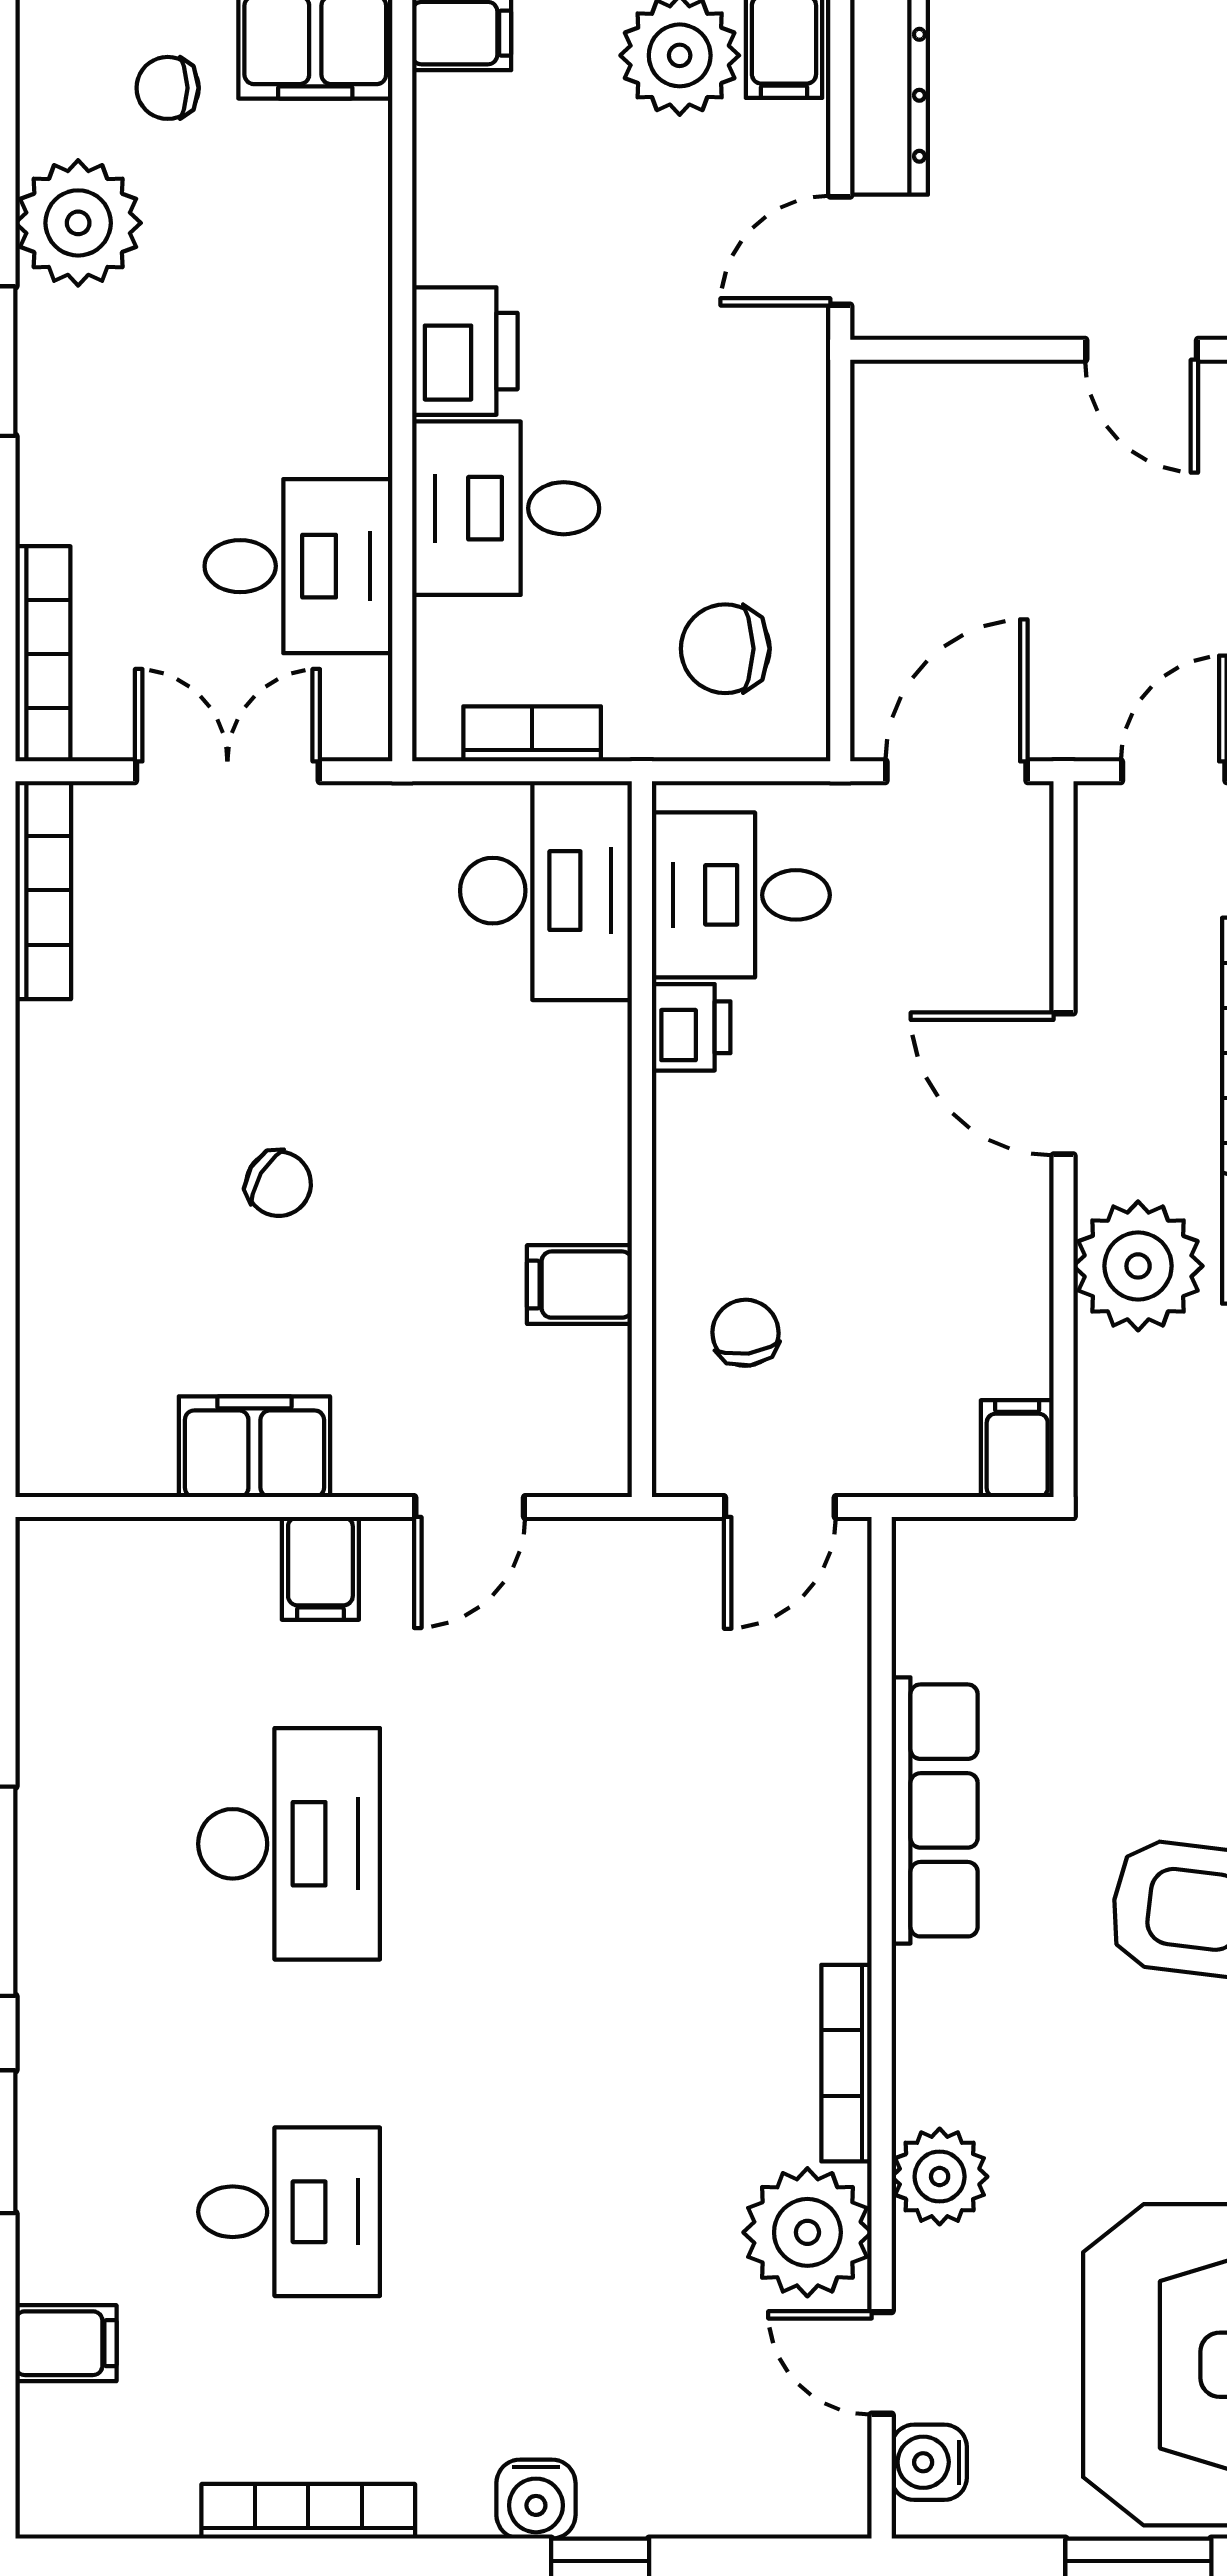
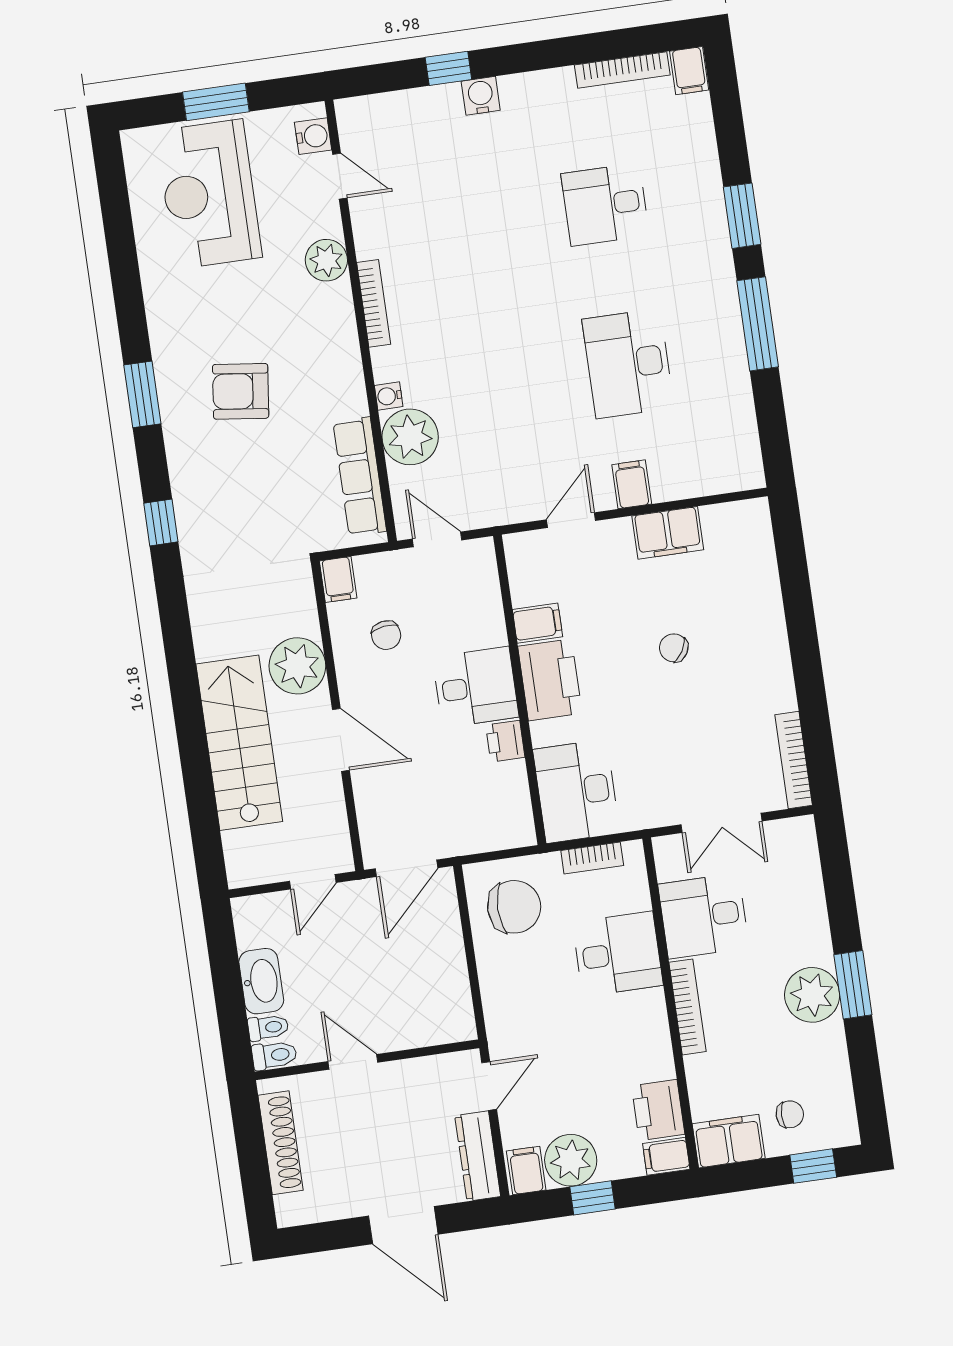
plant: (78, 223) -> (812, 995), moved
printer: (465, 351) -> (658, 1110), moved
chair: (725, 649) -> (514, 907), width x1.37, depth x1.37
bookcase: (43, 654) -> (687, 1007), moved, turned 180
desk: (741, 895) -> (476, 687), moved
printer: (570, 1152) -> (550, 680), added
chair: (745, 1333) -> (386, 635), moved
door: (780, 1507) -> (437, 539), hinge flipped
row of seats: (935, 1810) -> (360, 477), moved
water cooler: (843, 1848) -> (389, 396), added
plant: (807, 2232) -> (410, 437), moved
filing cabinet: (66, 2343) -> (689, 71), moved, turned -90
bookcase: (308, 2511) -> (622, 70), moved

